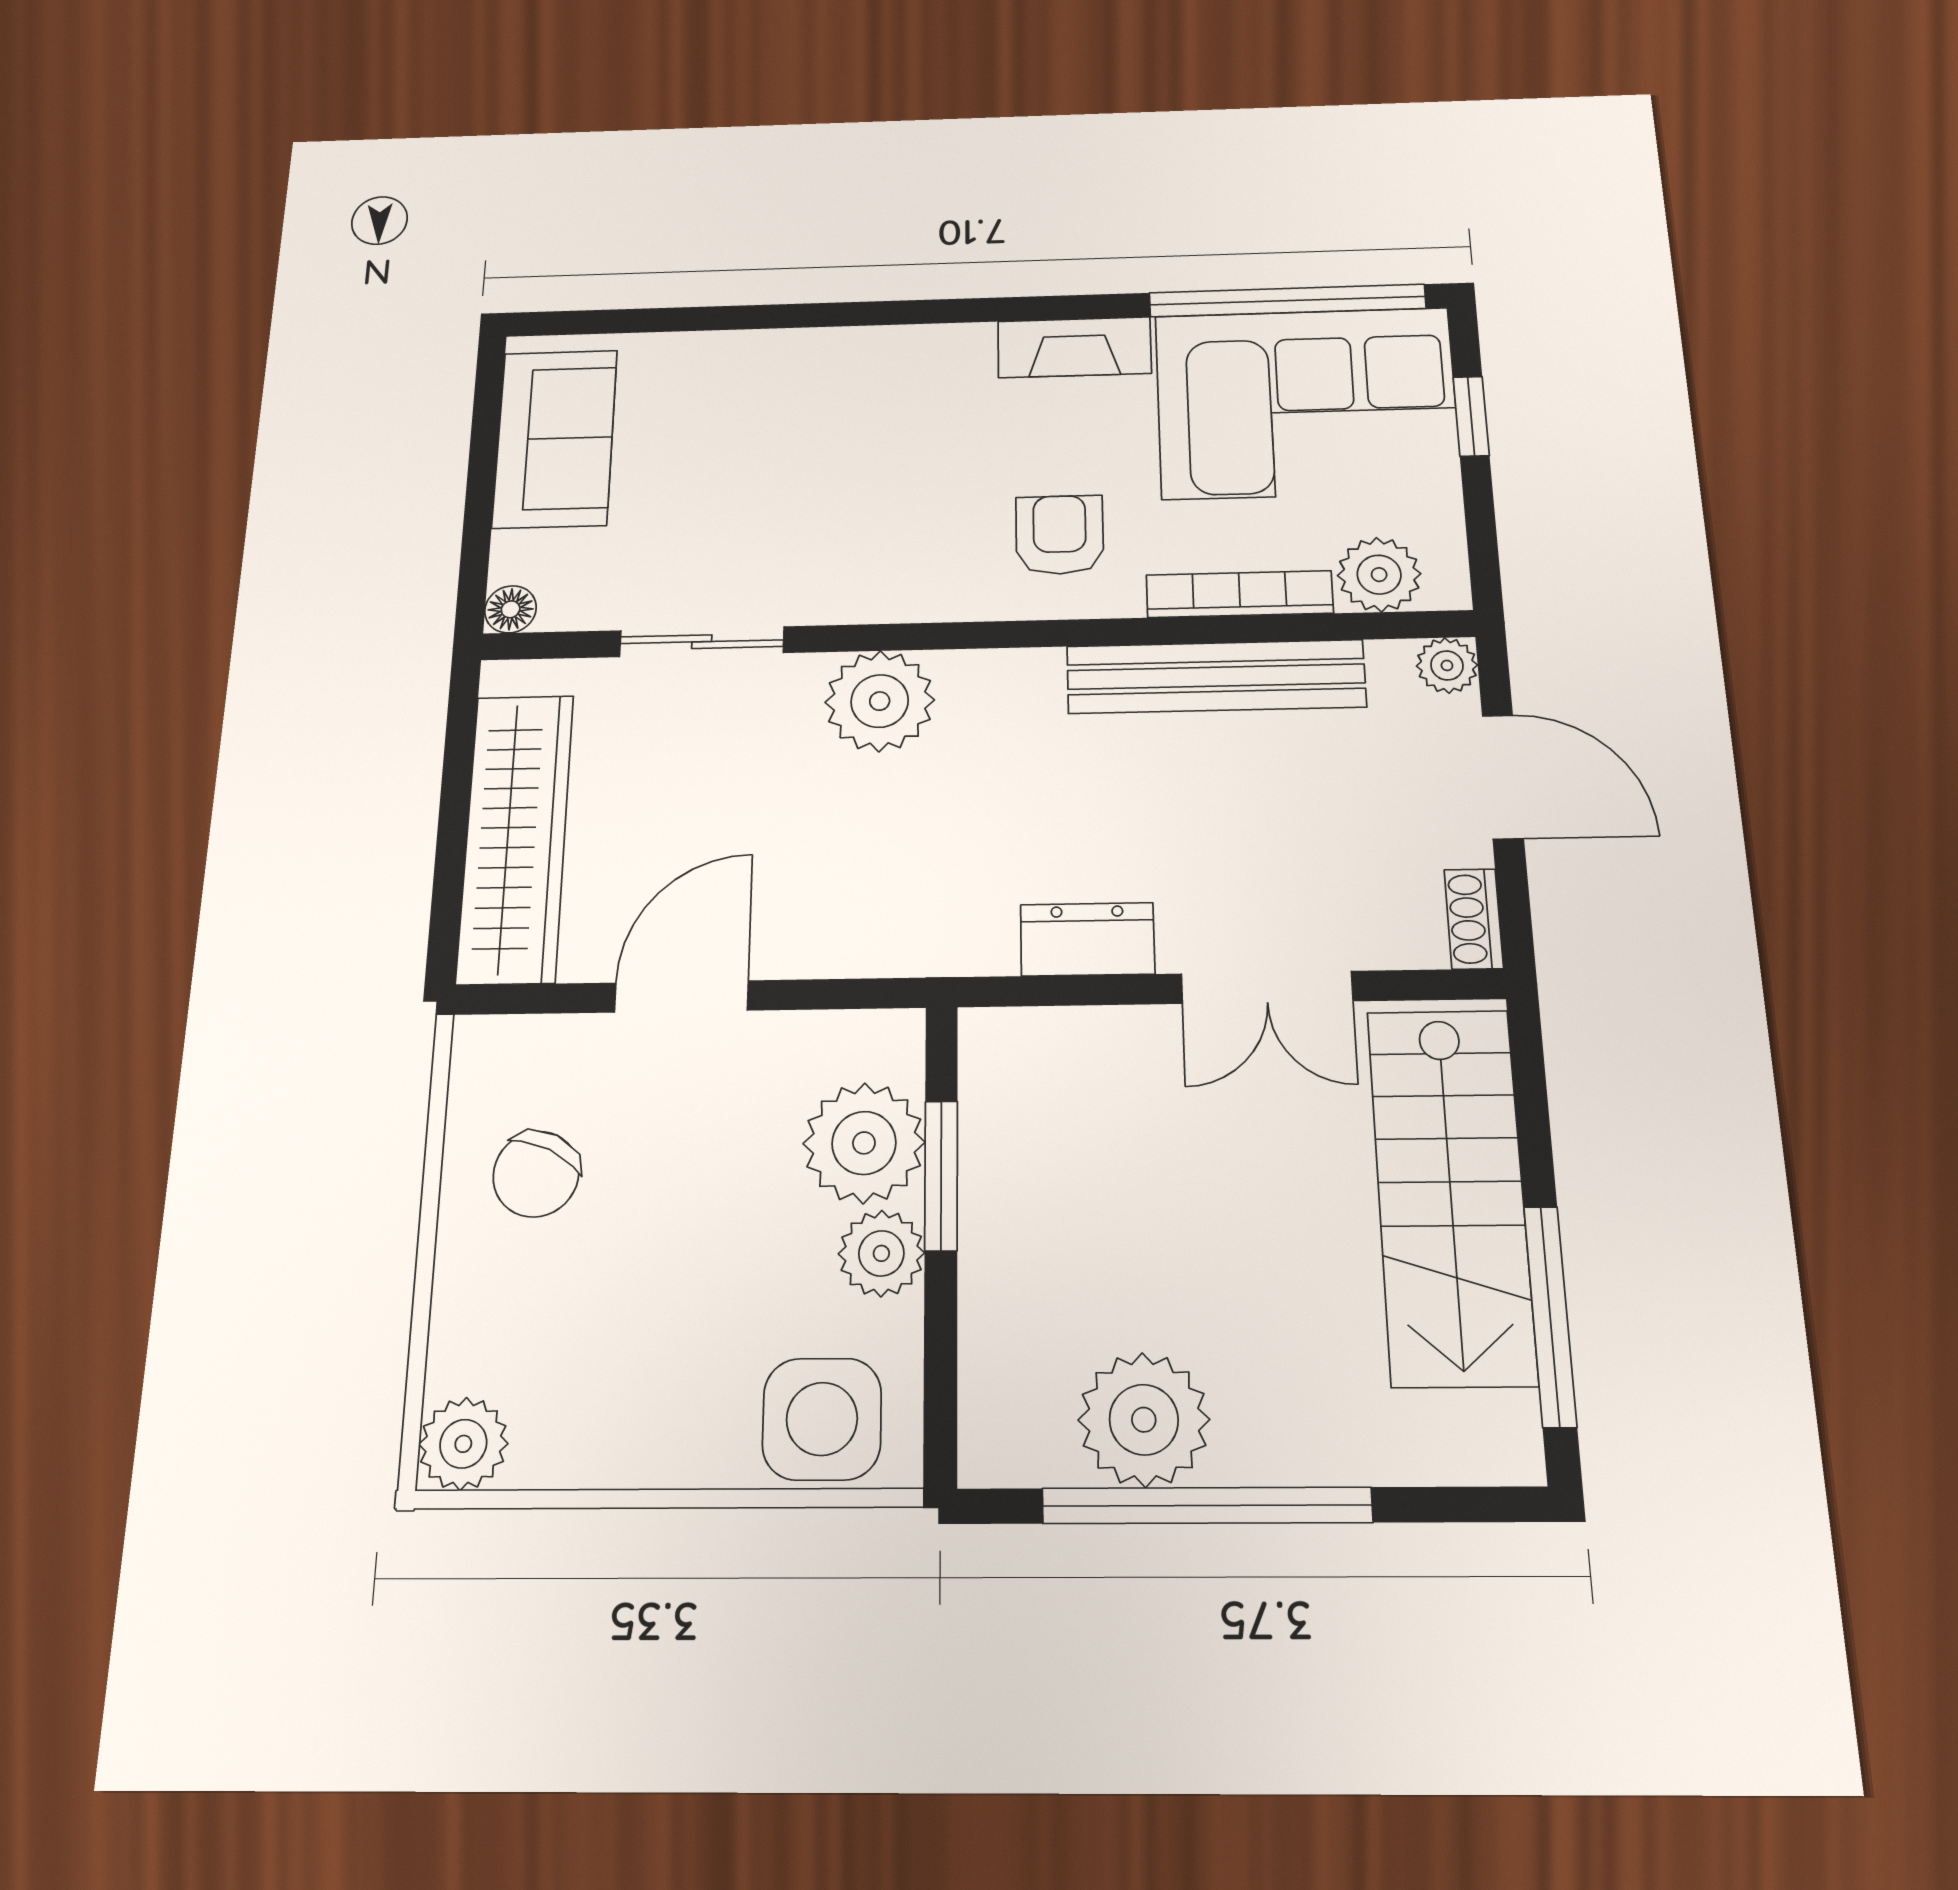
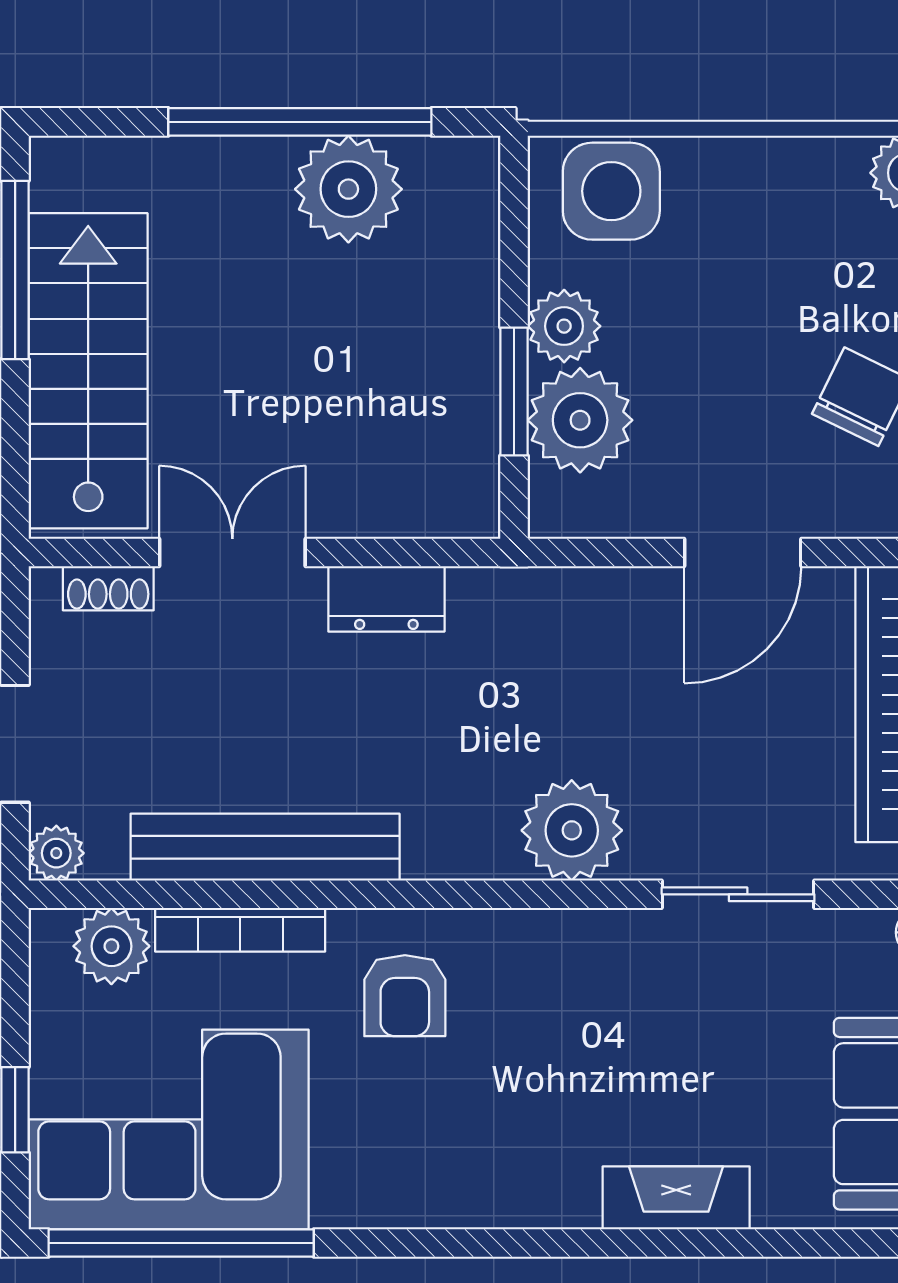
fireplace: (1074, 347) -> (676, 1198), moved
shoe rack: (1474, 919) -> (108, 588), moved, turned 90

